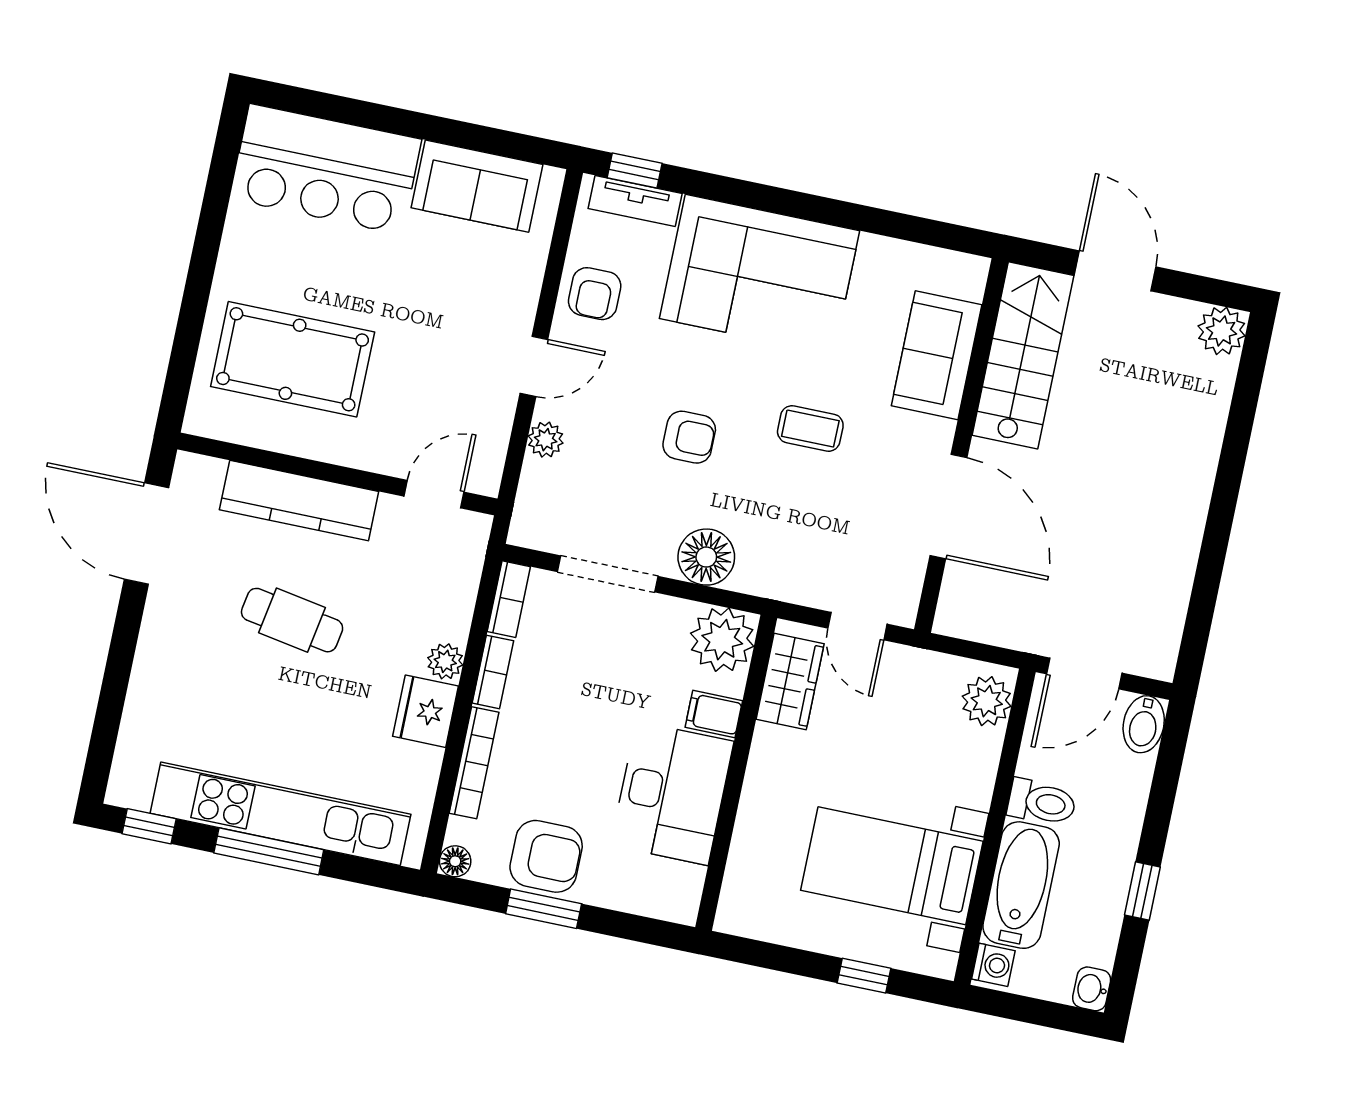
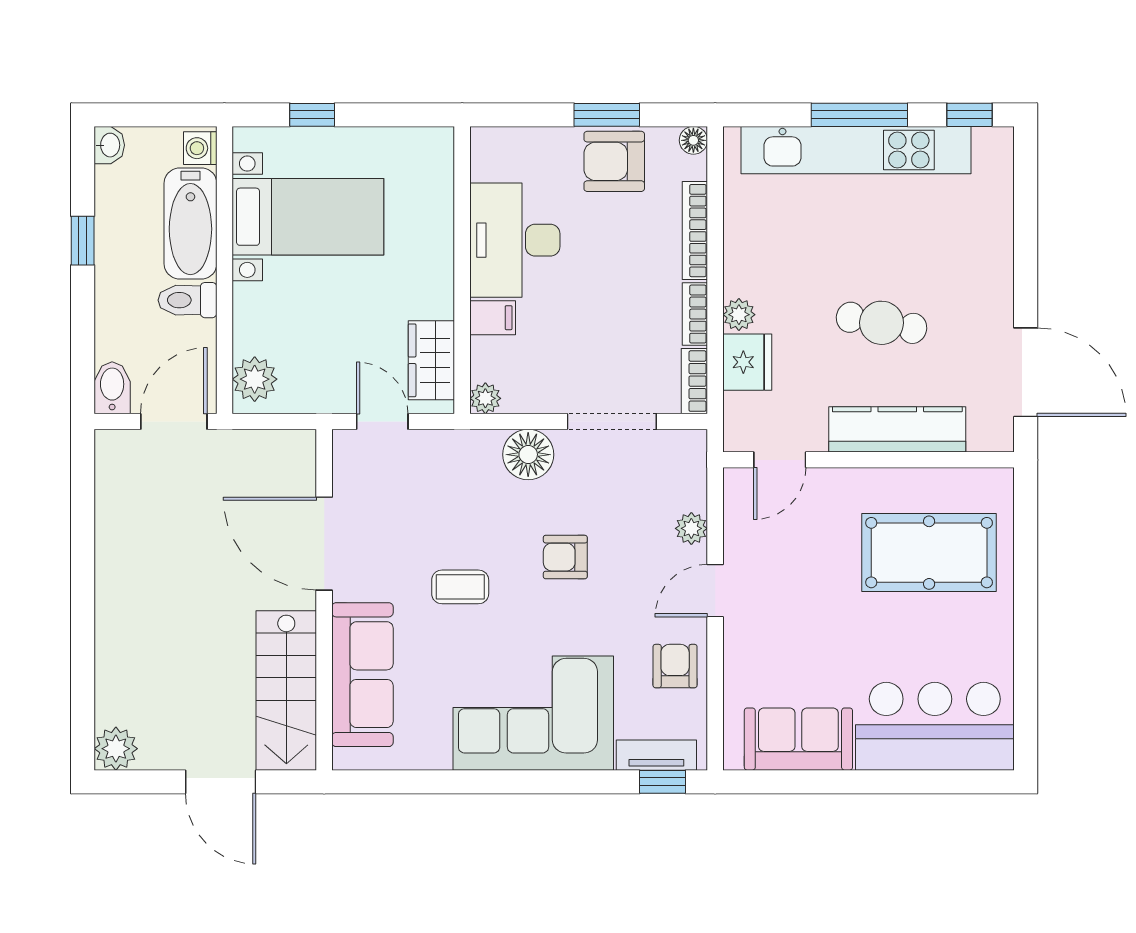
sofa: (937, 355) -> (362, 675), width x1.36
plant: (722, 640) -> (485, 398), width x0.53, depth x0.53
fridge: (425, 711) -> (747, 362), moved

